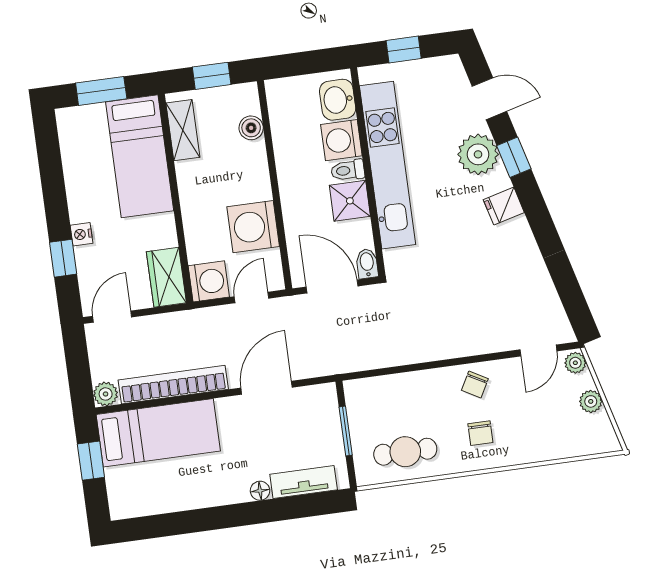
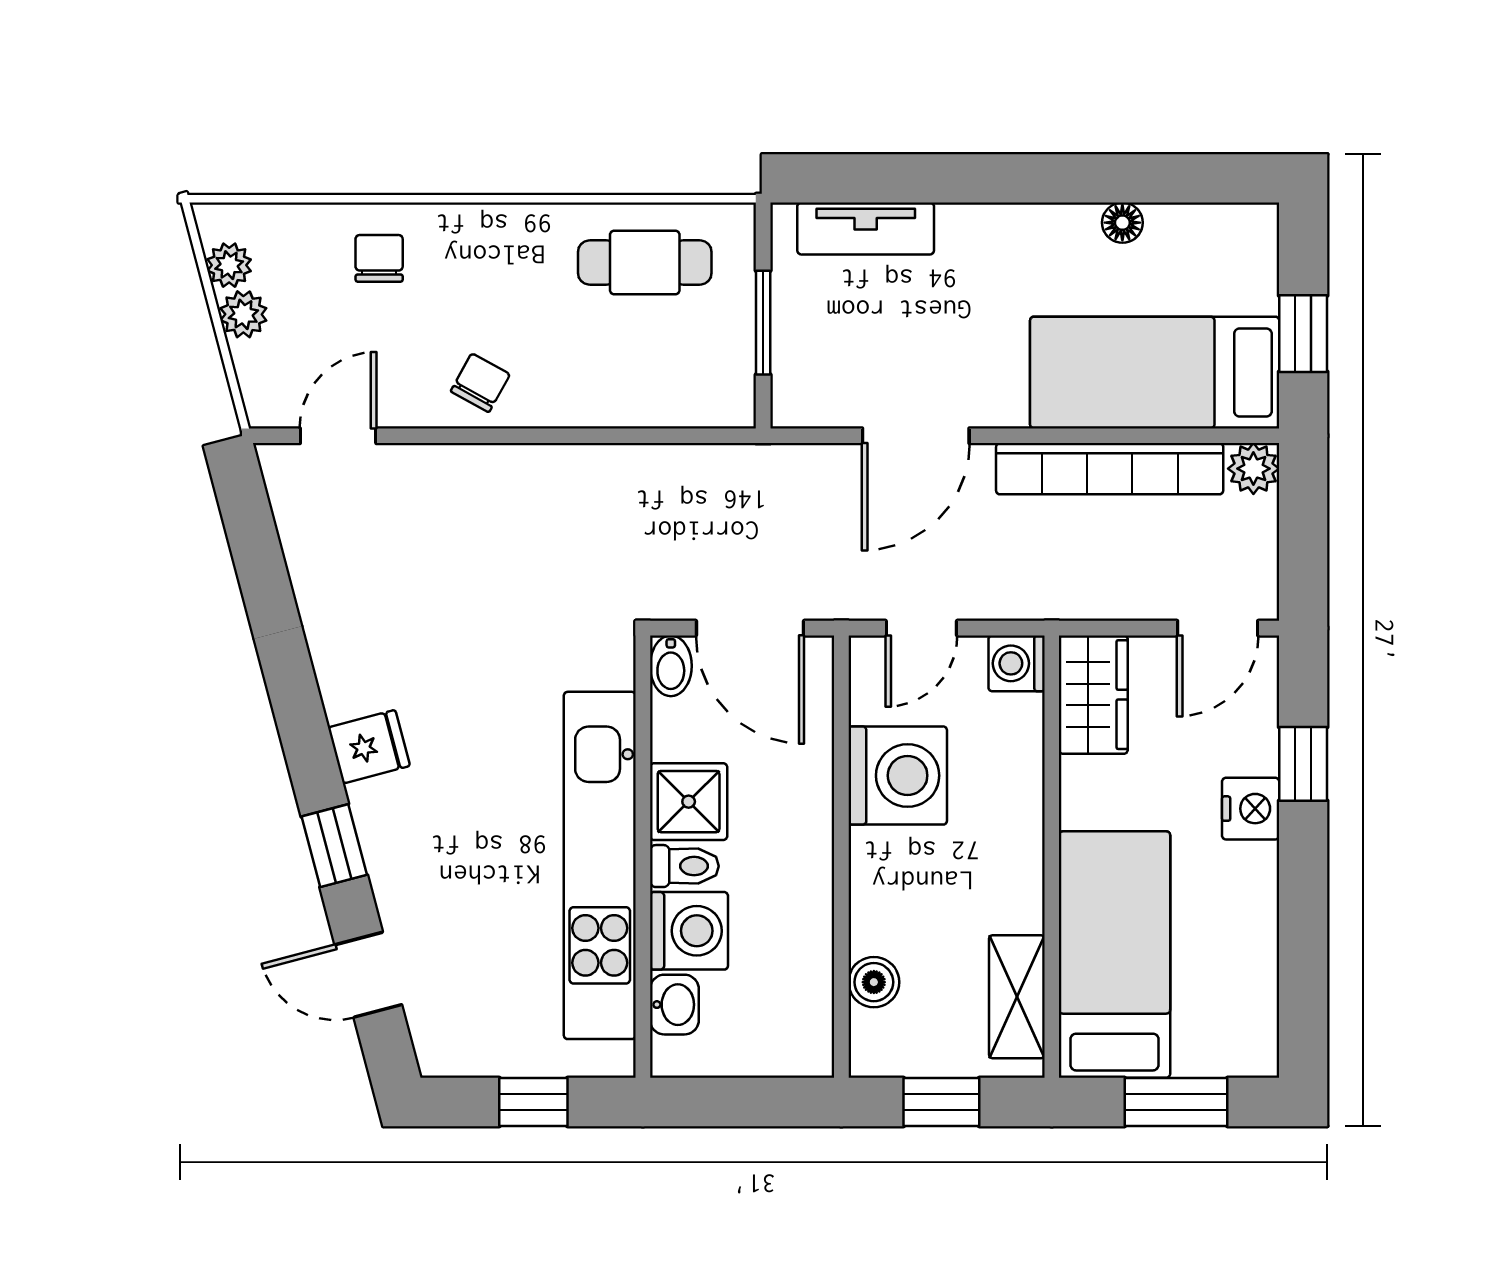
washbasin: (338, 100) -> (674, 1005), width x0.72, depth x0.69
plant: (478, 154) -> (408, 862), removed
nightstand: (82, 234) -> (1251, 809), width x1.39, depth x1.35
washing machine: (209, 281) -> (1017, 663), width x0.73, depth x0.73
plant: (575, 363) -> (229, 265), moved
chair: (480, 433) -> (379, 258), moved
floor lamp: (260, 491) -> (1122, 223), moved

